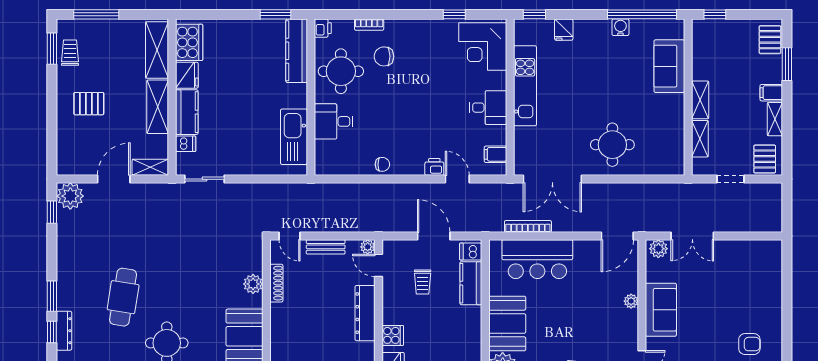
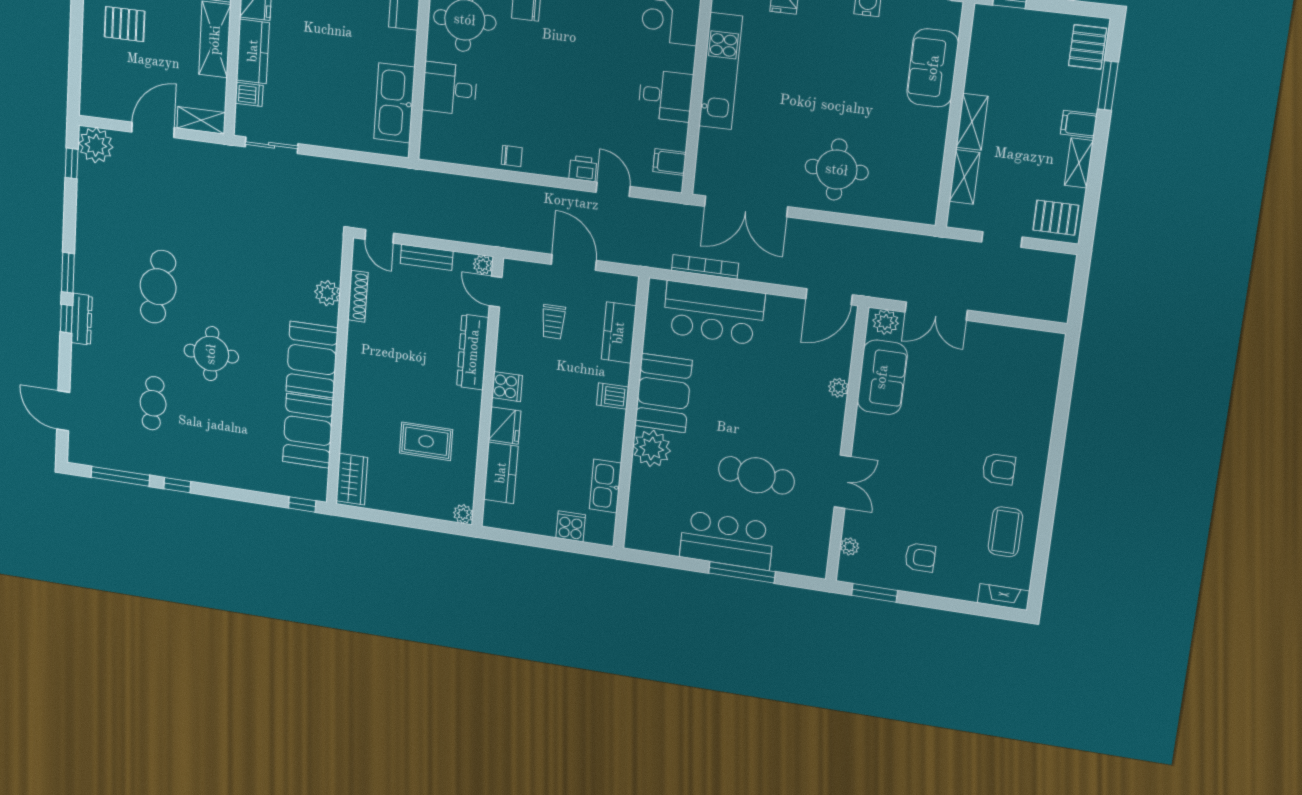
pallet: (765, 159) -> (1056, 218), turned 90
dishwasher: (471, 252) -> (613, 396), moved
sofa: (661, 310) -> (882, 377), moved

